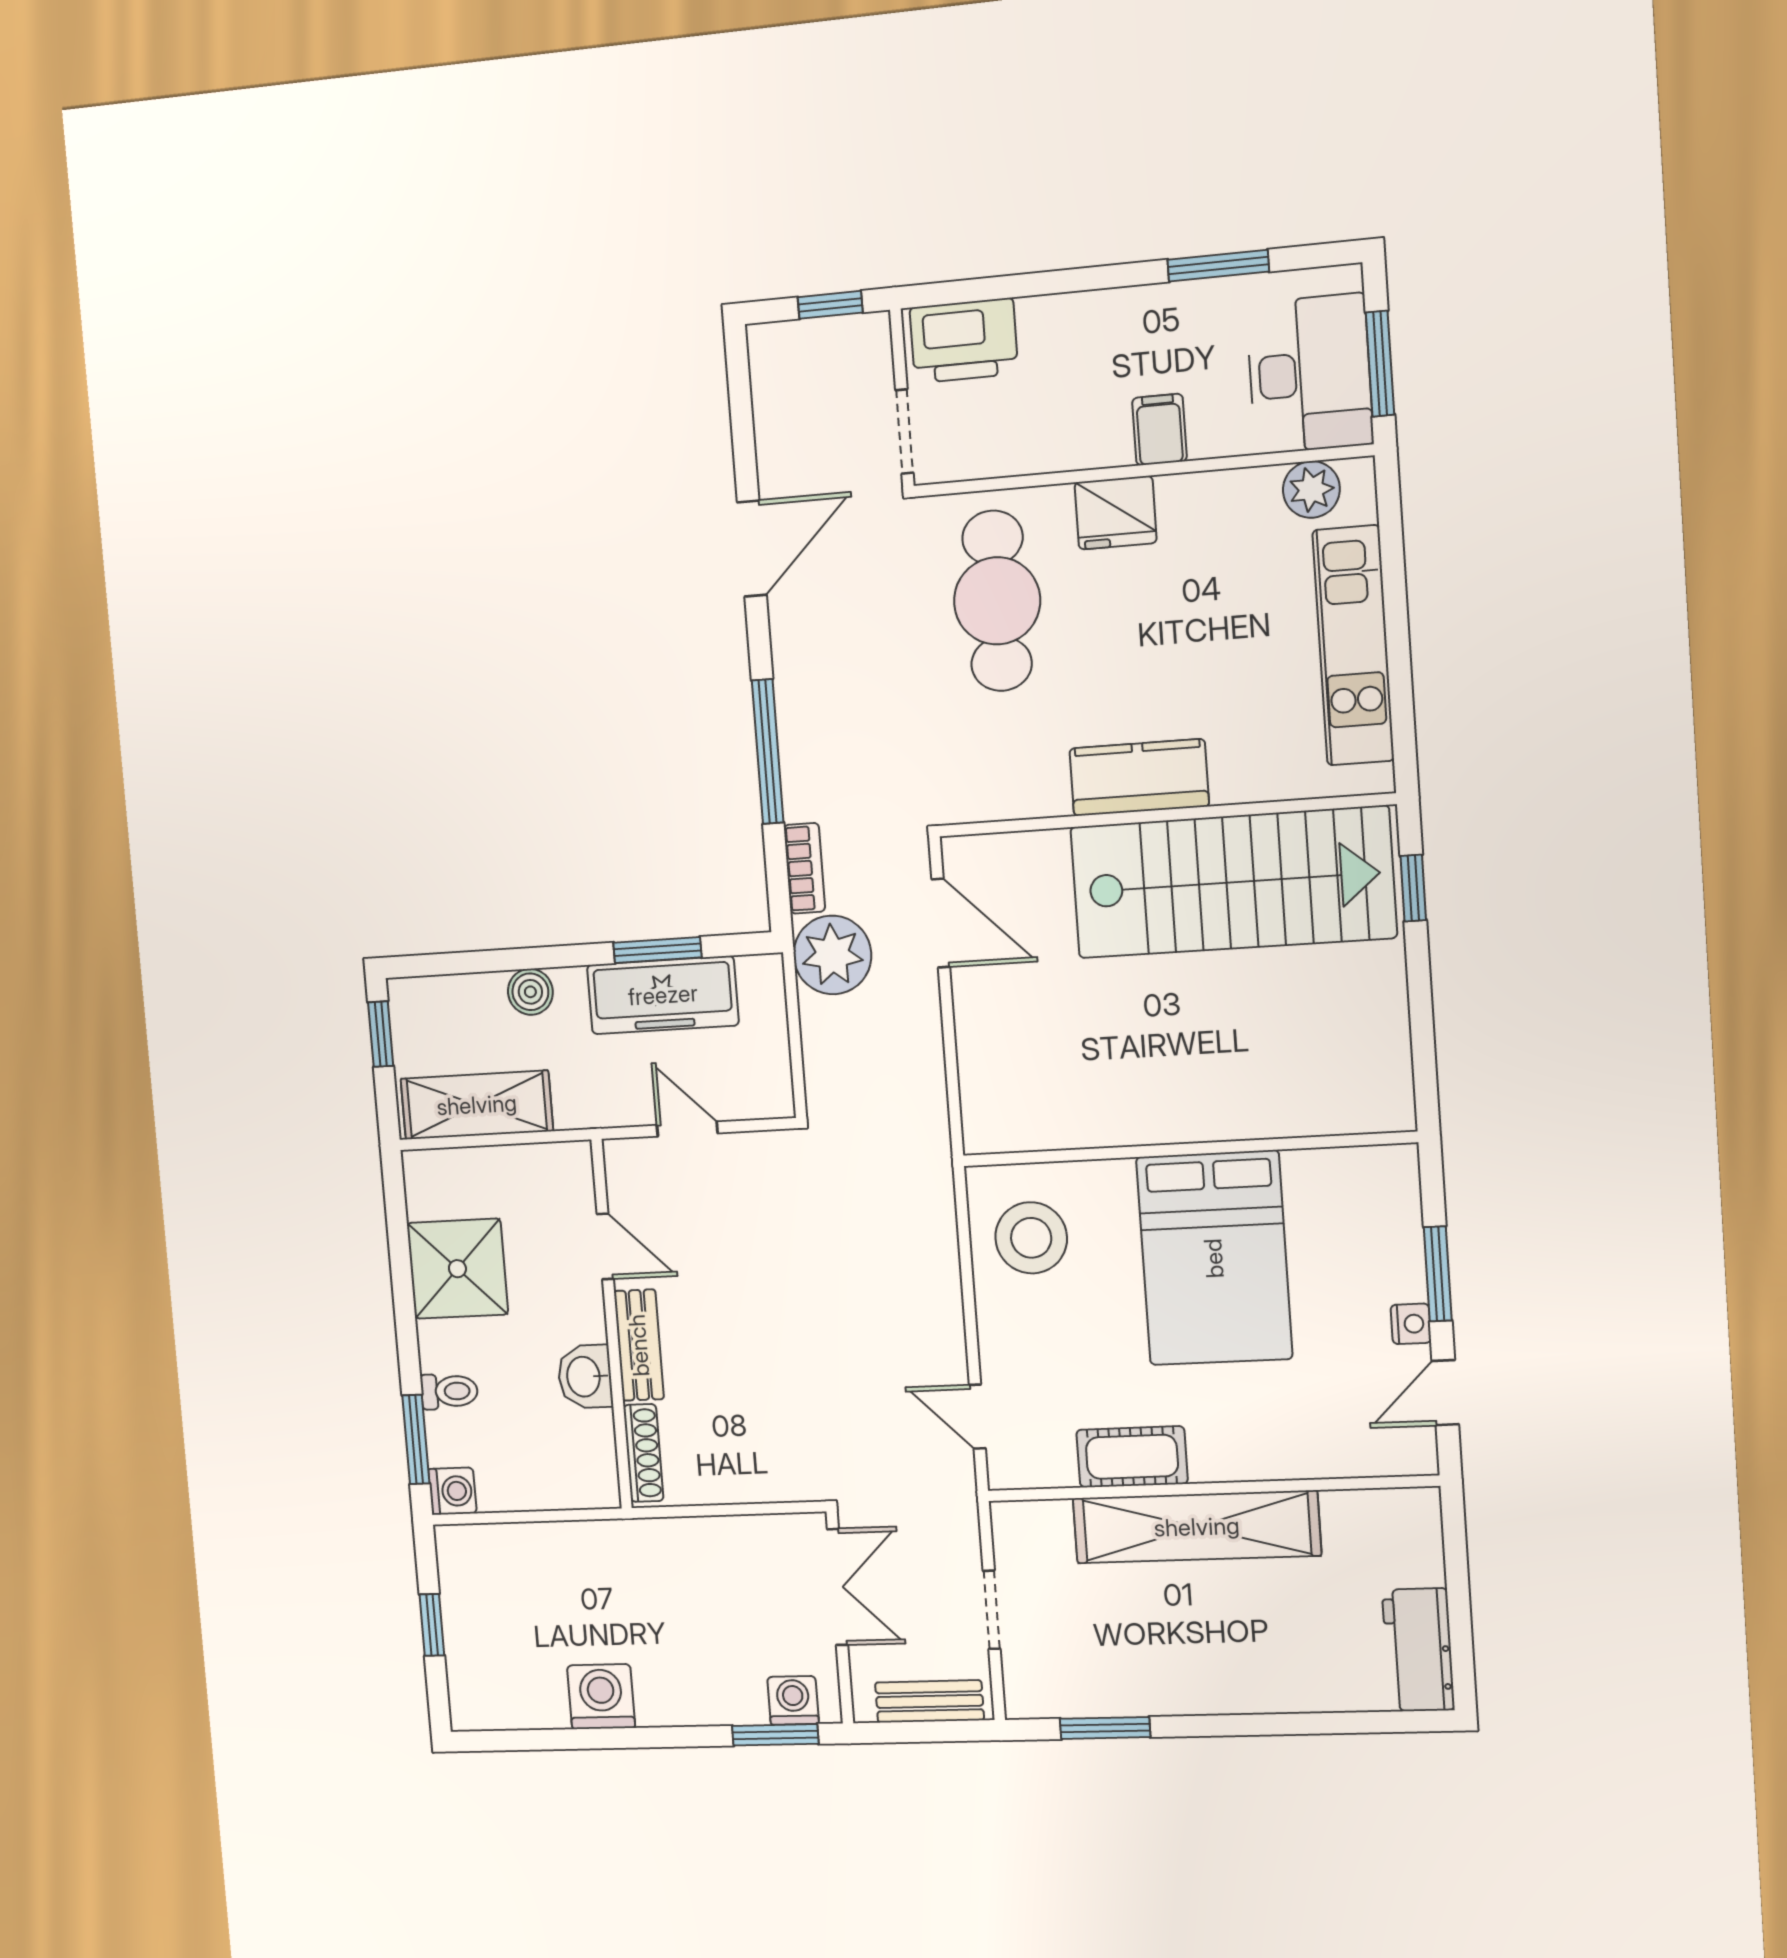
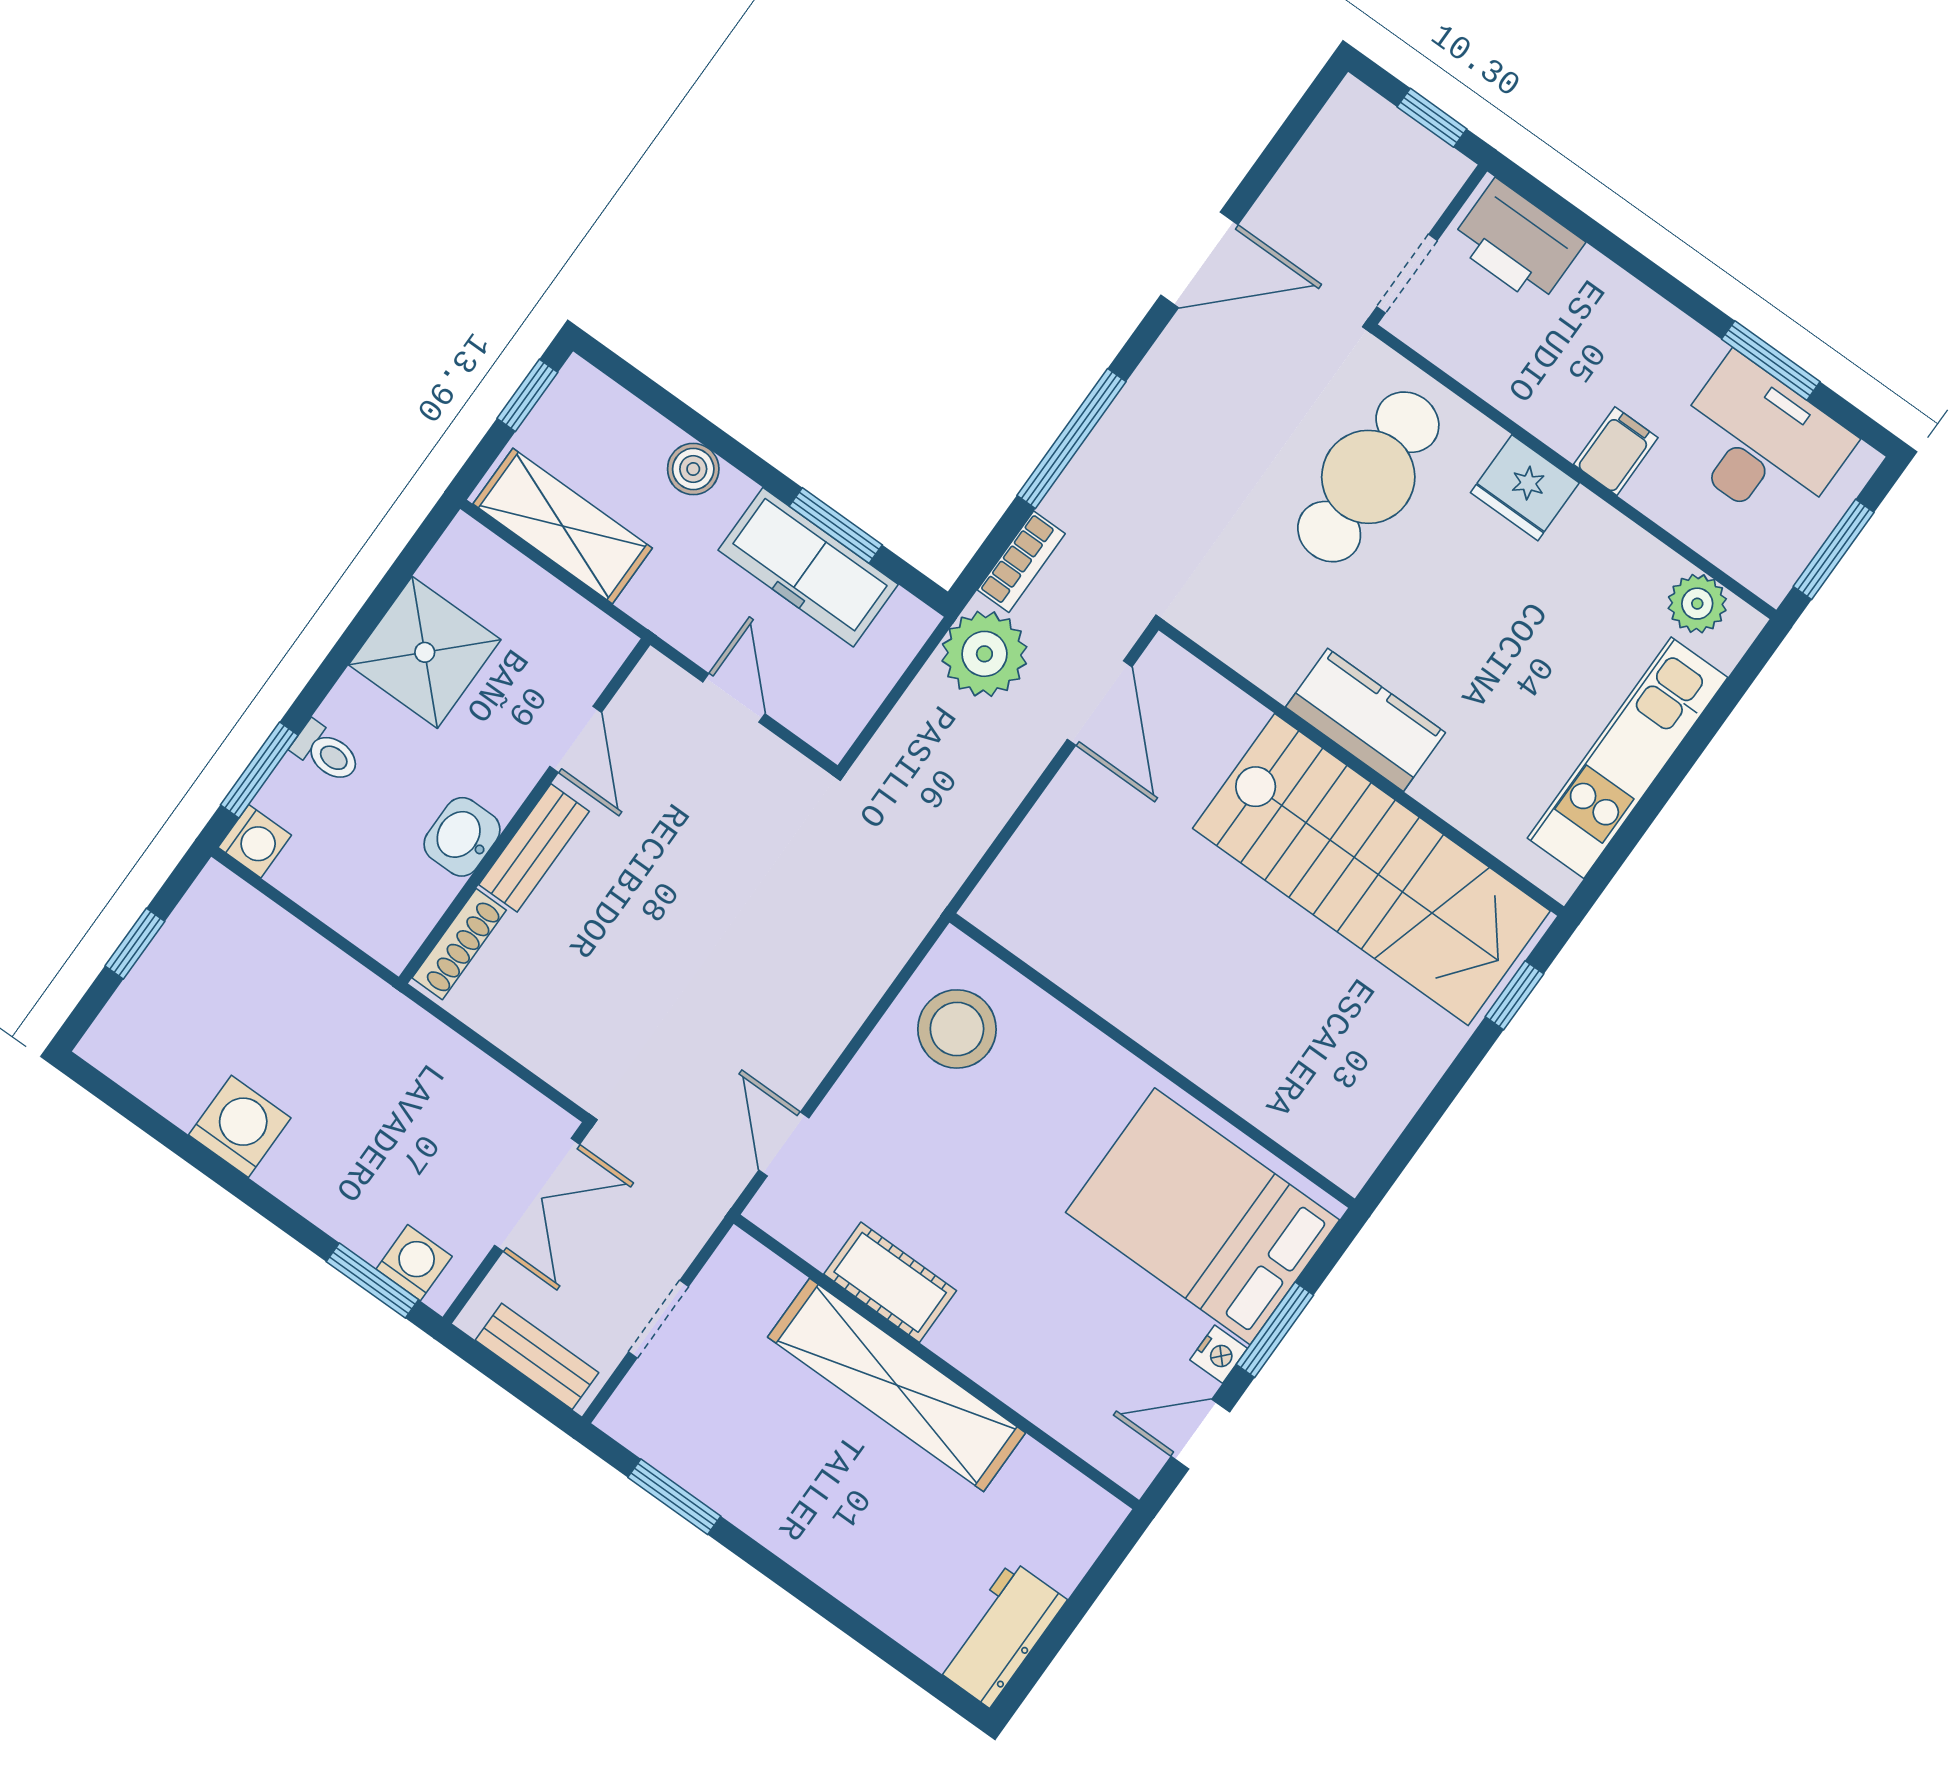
desk: (1310, 374) -> (1761, 443), moved, turned -90
bed: (1214, 1258) -> (1202, 1216), moved, turned 90

